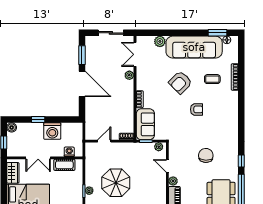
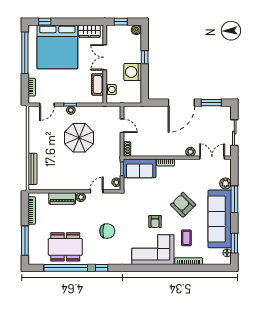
window: (175, 33) -> (234, 199), added
corner sofa: (224, 111) -> (153, 250), added

